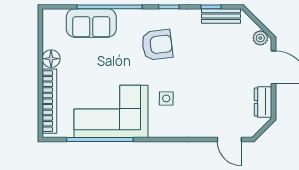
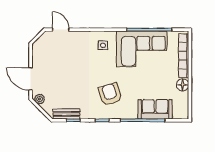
armchair: (157, 45) -> (110, 94), turned 80
side table: (166, 98) -> (103, 45), moved
dresser: (263, 102) -> (38, 55), removed

